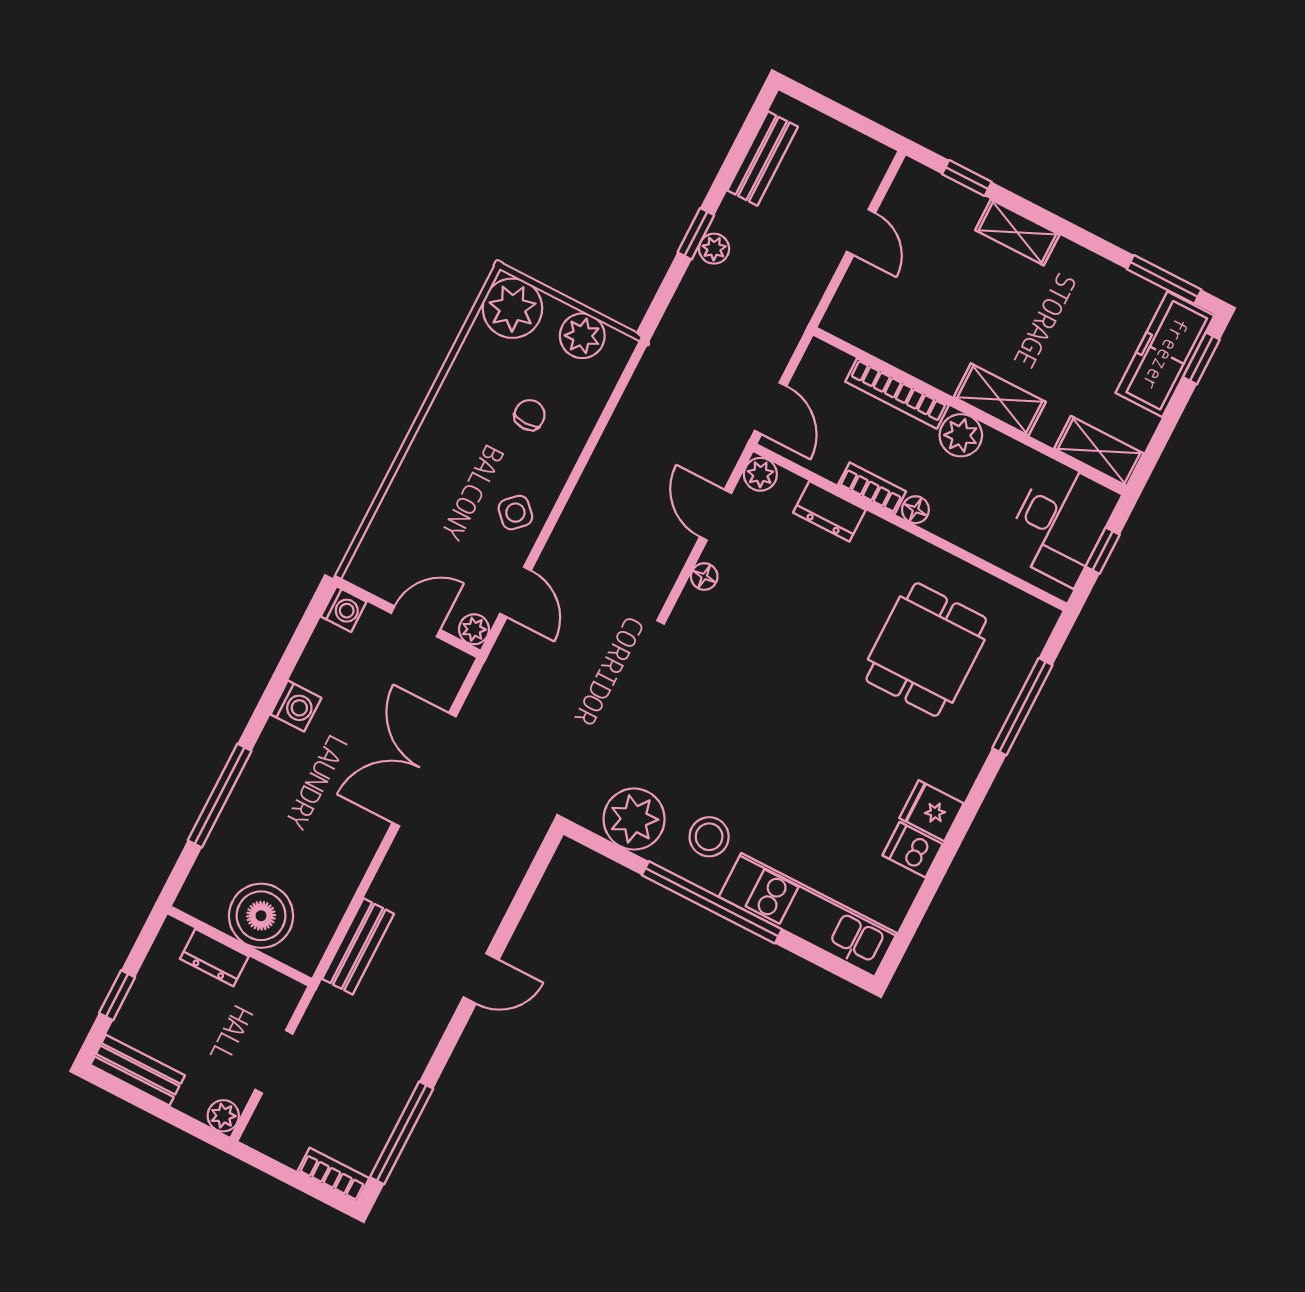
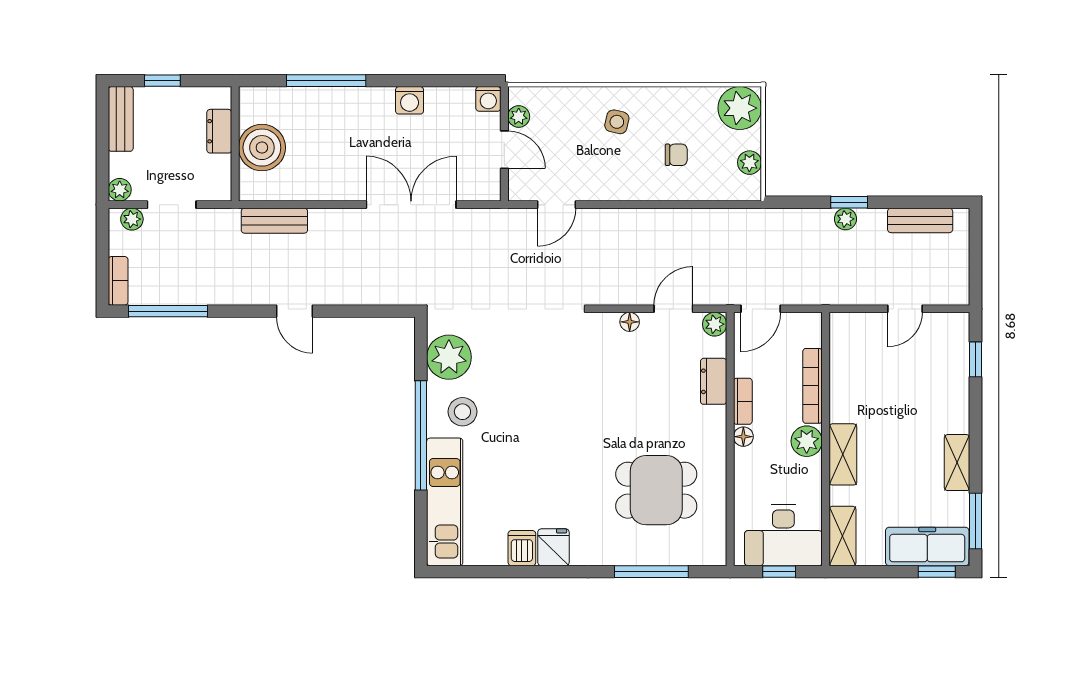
shelving: (1017, 232) -> (957, 463), moved
plant: (582, 336) -> (749, 163), width x0.73, depth x0.73
side table: (515, 513) -> (617, 122), moved, turned -33
plant: (474, 629) -> (519, 117), moved
plant: (267, 1119) -> (132, 219), added

